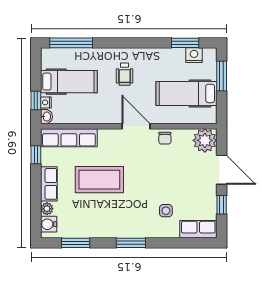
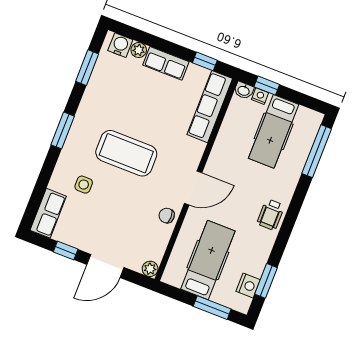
wheelchair: (125, 74) -> (271, 215), moved, turned -90
plant: (205, 140) -> (150, 269), width x0.53, depth x0.53
coffee table: (99, 180) -> (126, 153), moved, turned 90

